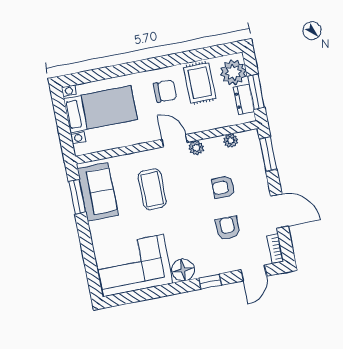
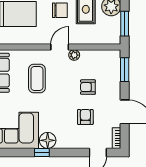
dresser: (244, 99) -> (115, 27), removed
door: (175, 141) -> (60, 47), hinge flipped
plant: (231, 141) -> (100, 55), removed
window: (210, 282) -> (42, 152), moved

